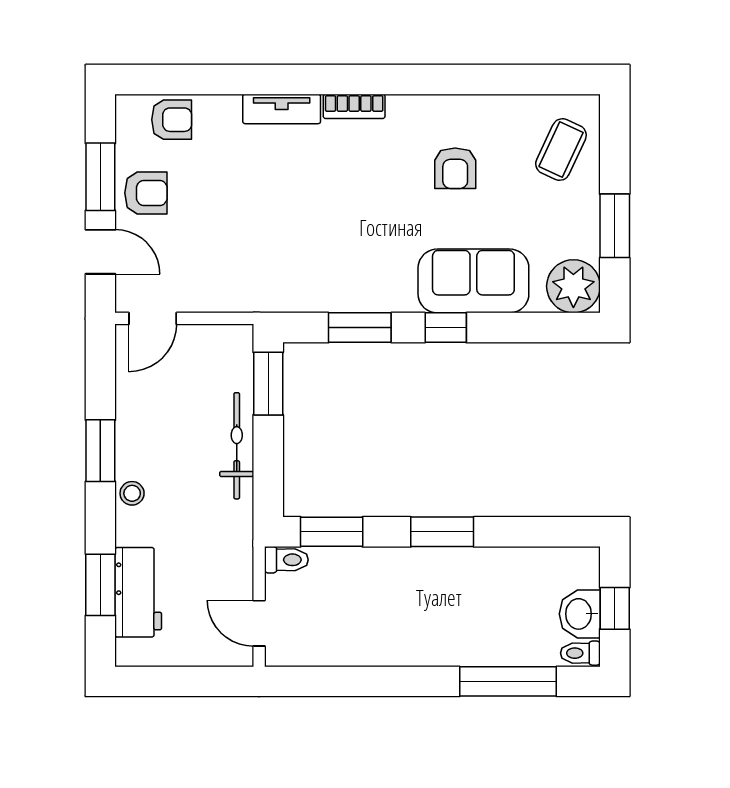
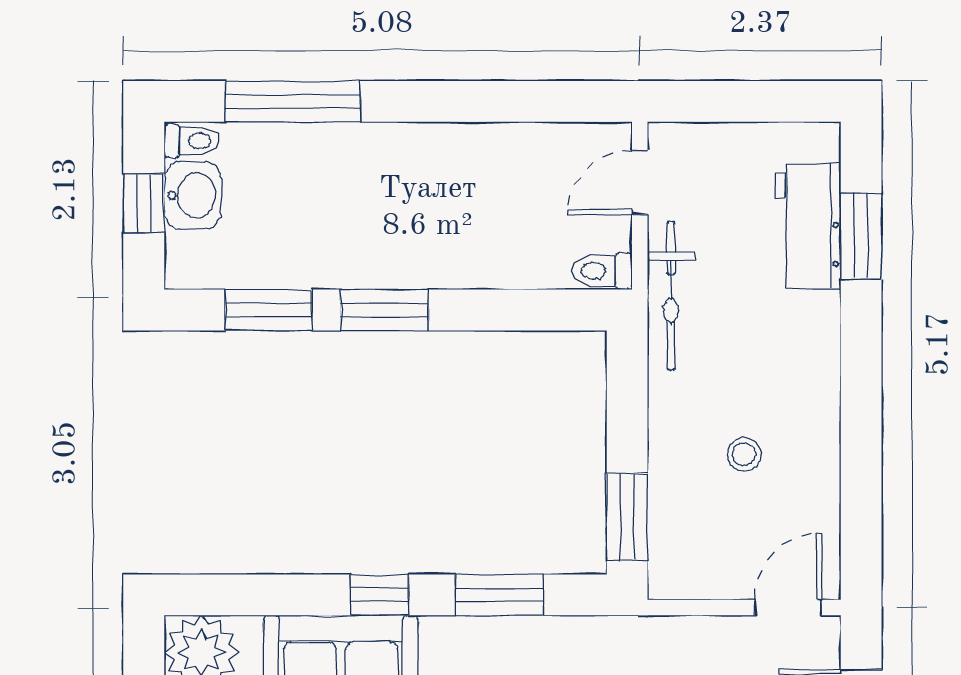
bicycle: (237, 446) -> (671, 296), moved
window: (100, 451) -> (861, 423), removed
stool: (132, 493) -> (744, 455), moved
window: (332, 532) -> (269, 310), moved
door: (259, 623) -> (640, 182), swing flipped

